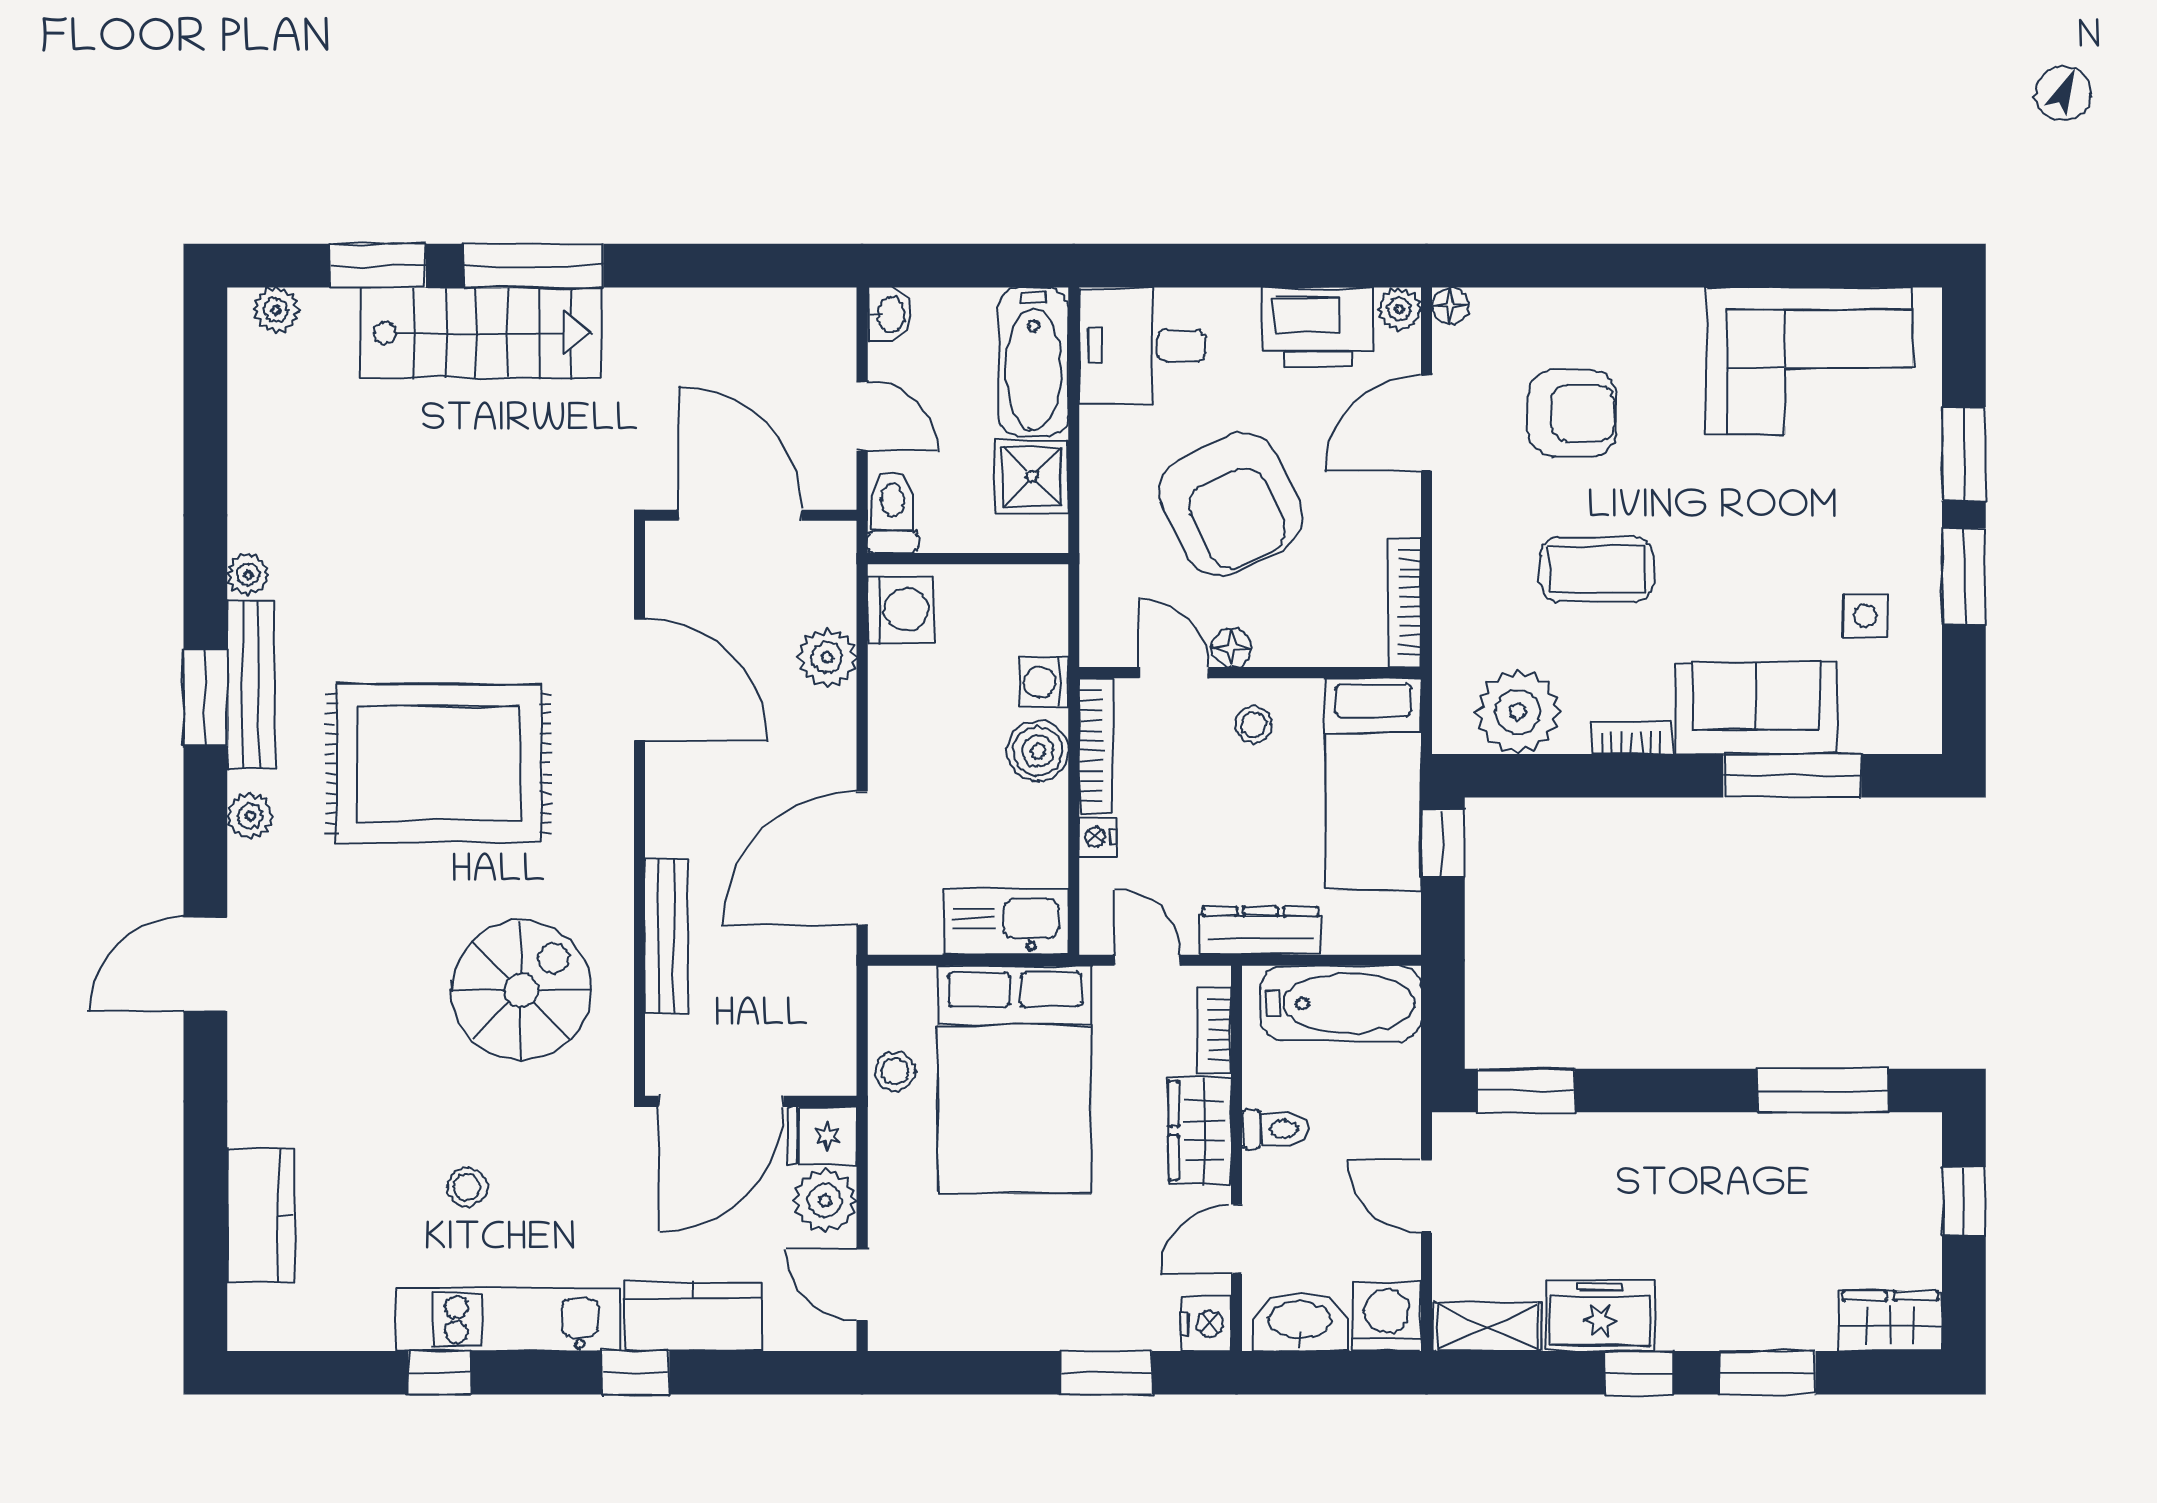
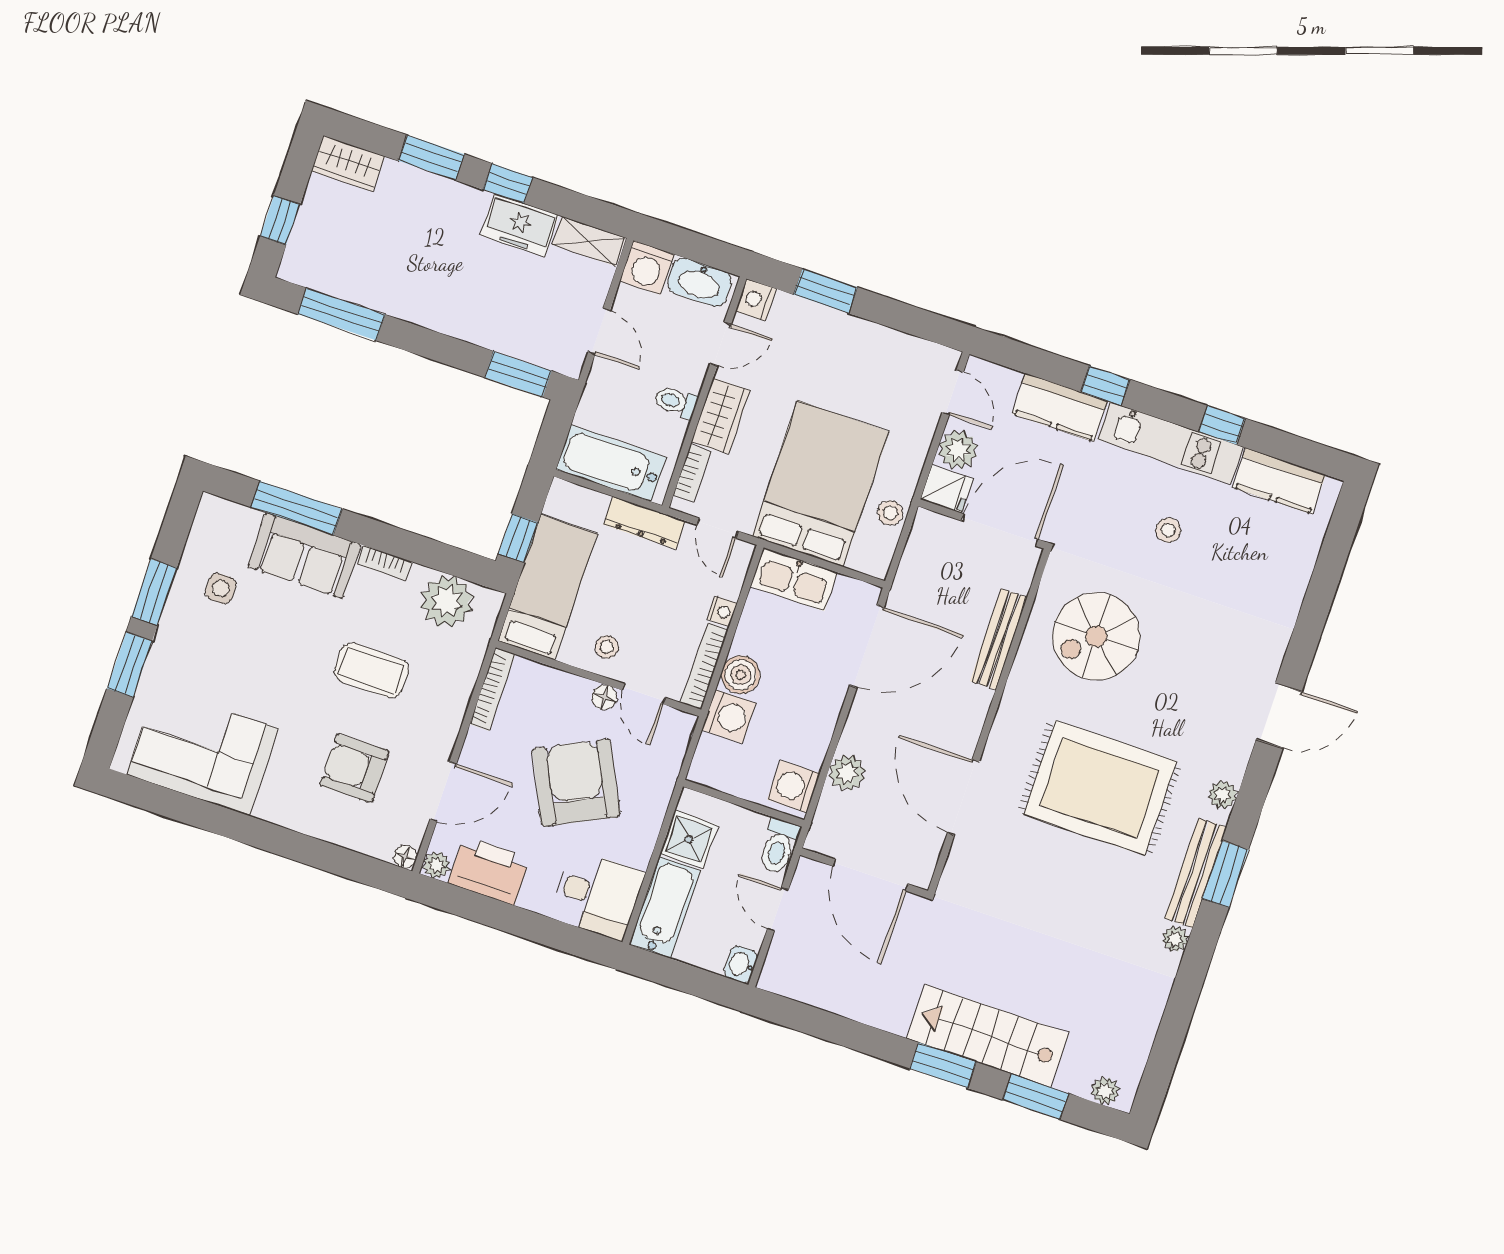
window: (534, 266) -> (943, 1065), width x0.69
washing machine: (1044, 682) -> (729, 716), width x1.38, depth x1.38
kitchen counter: (260, 1215) -> (1279, 481), moved, turned -90

